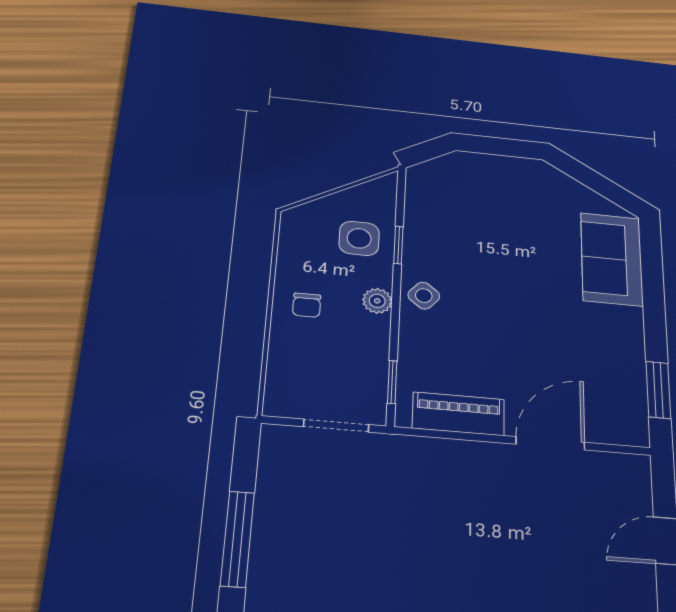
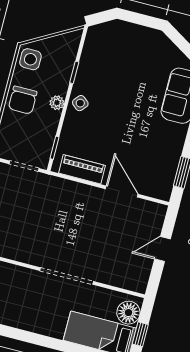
side table: (359, 238) -> (30, 59), moved
chair: (307, 305) -> (23, 100), width x1.87, depth x1.87
door: (550, 443) -> (122, 192), hinge flipped

